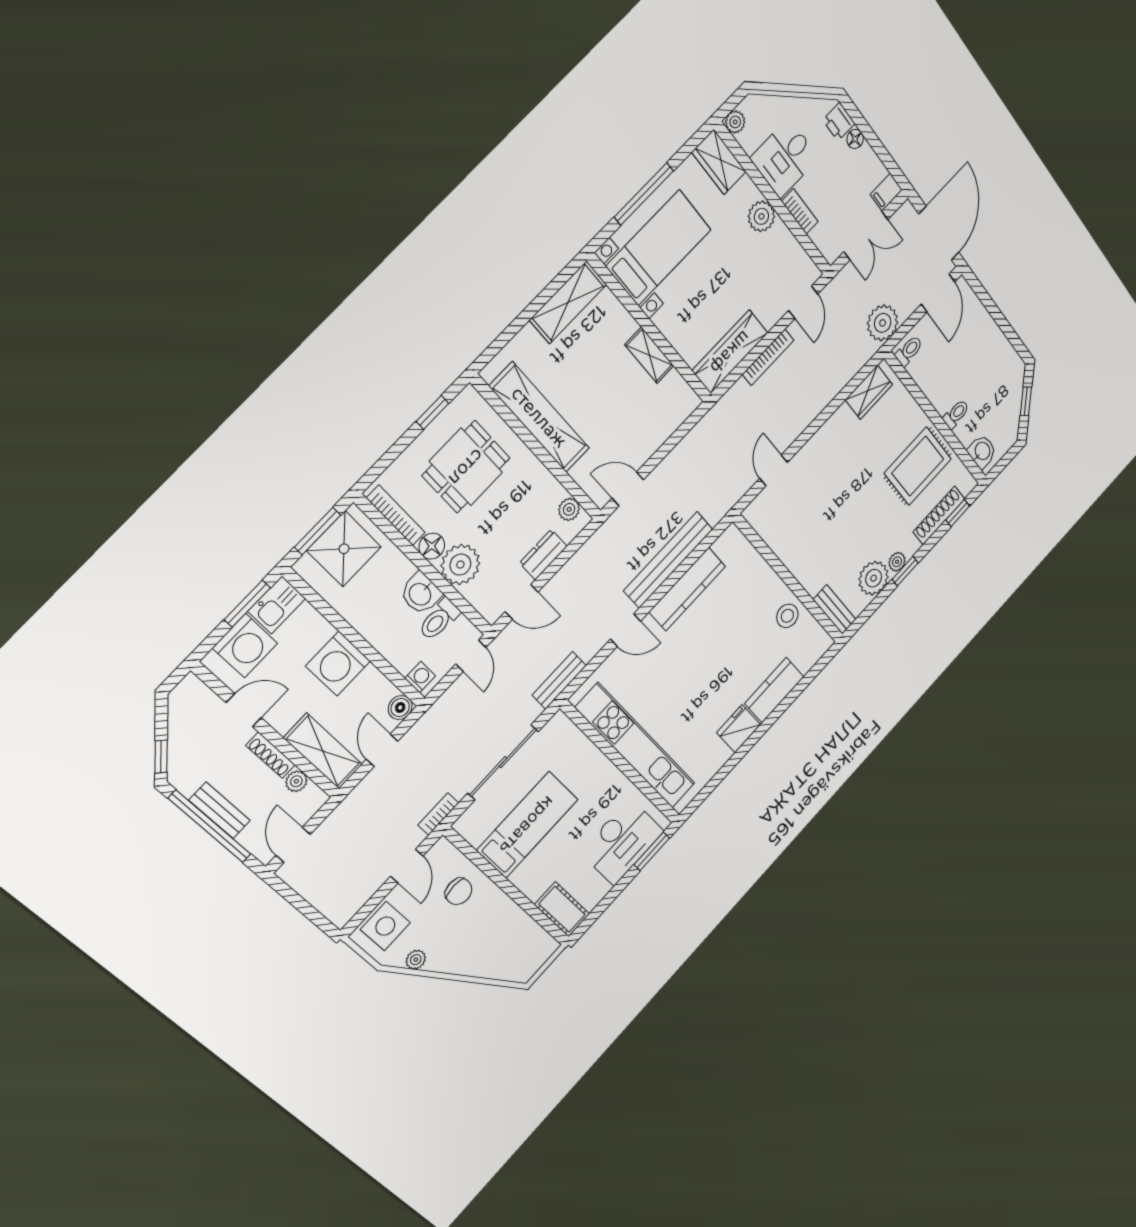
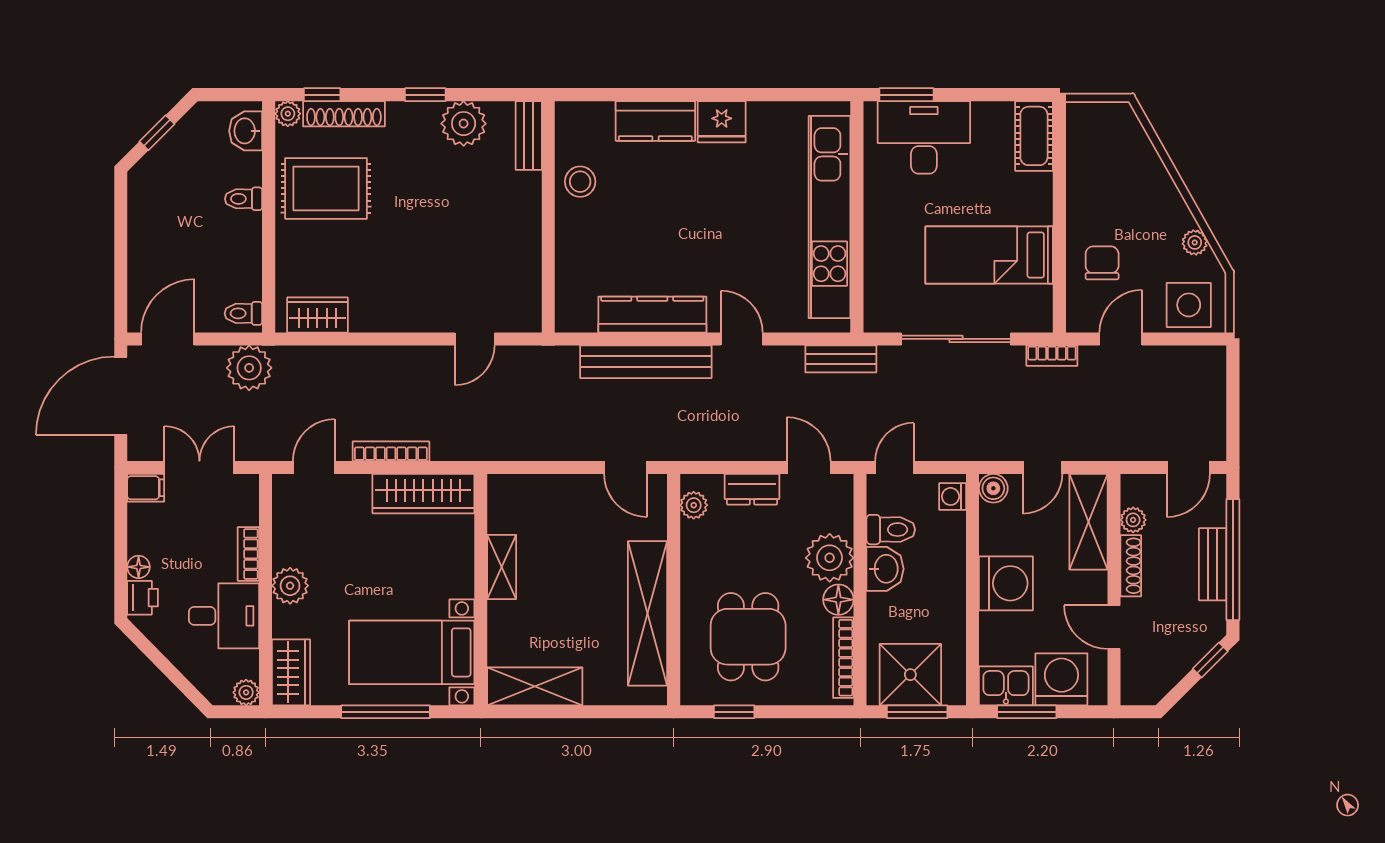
dining table: (466, 467) -> (748, 637), turned 90
plant: (897, 562) -> (288, 114), moved

